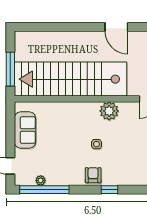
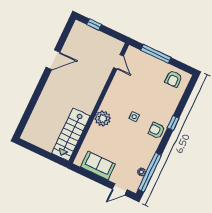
window: (10, 69) -> (47, 155), removed
stairs: (70, 79) -> (71, 135), width x0.54, depth x0.66
plant: (109, 111) -> (103, 118), moved

